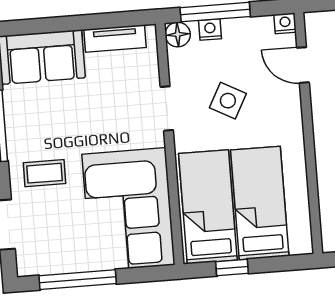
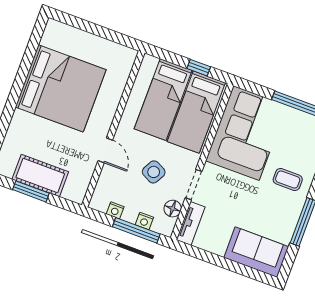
nightstand: (285, 23) -> (115, 210), moved
floor lamp: (178, 34) -> (173, 209), moved
tv unit: (115, 39) -> (191, 223), moved, turned 90
door: (303, 65) -> (105, 150), moved

